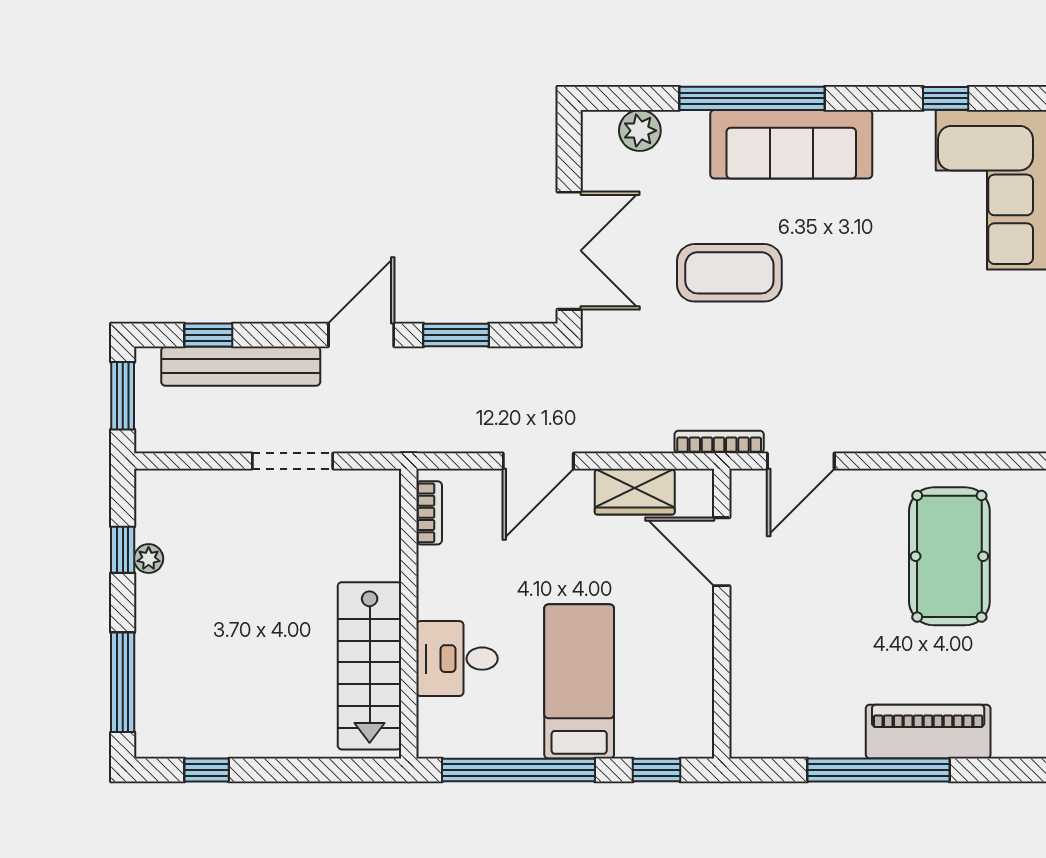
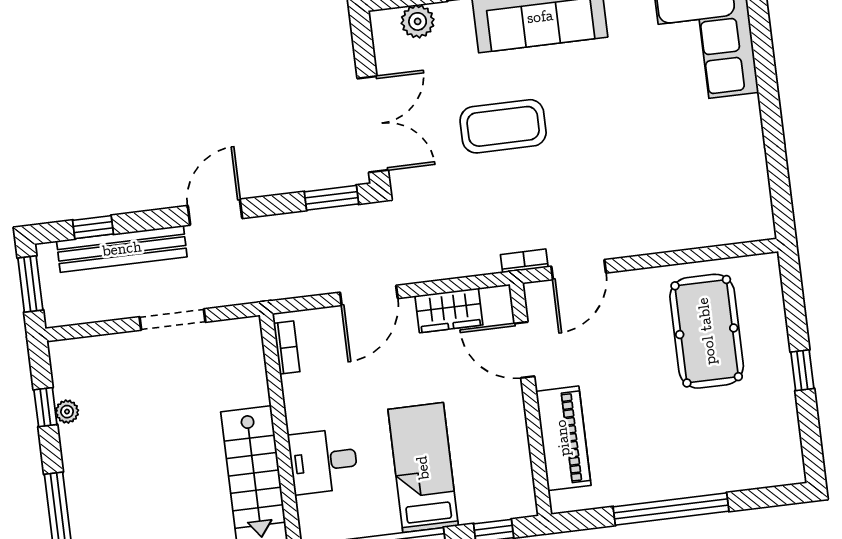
window: (456, 335) -> (332, 198), moved
bookcase: (719, 442) -> (524, 261), width x0.64
piano: (928, 732) -> (563, 438), moved, turned 90

